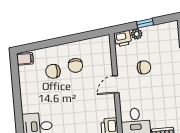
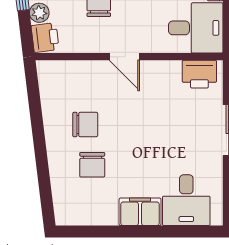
filing cabinet: (25, 59) -> (140, 212), moved, width x2.00

